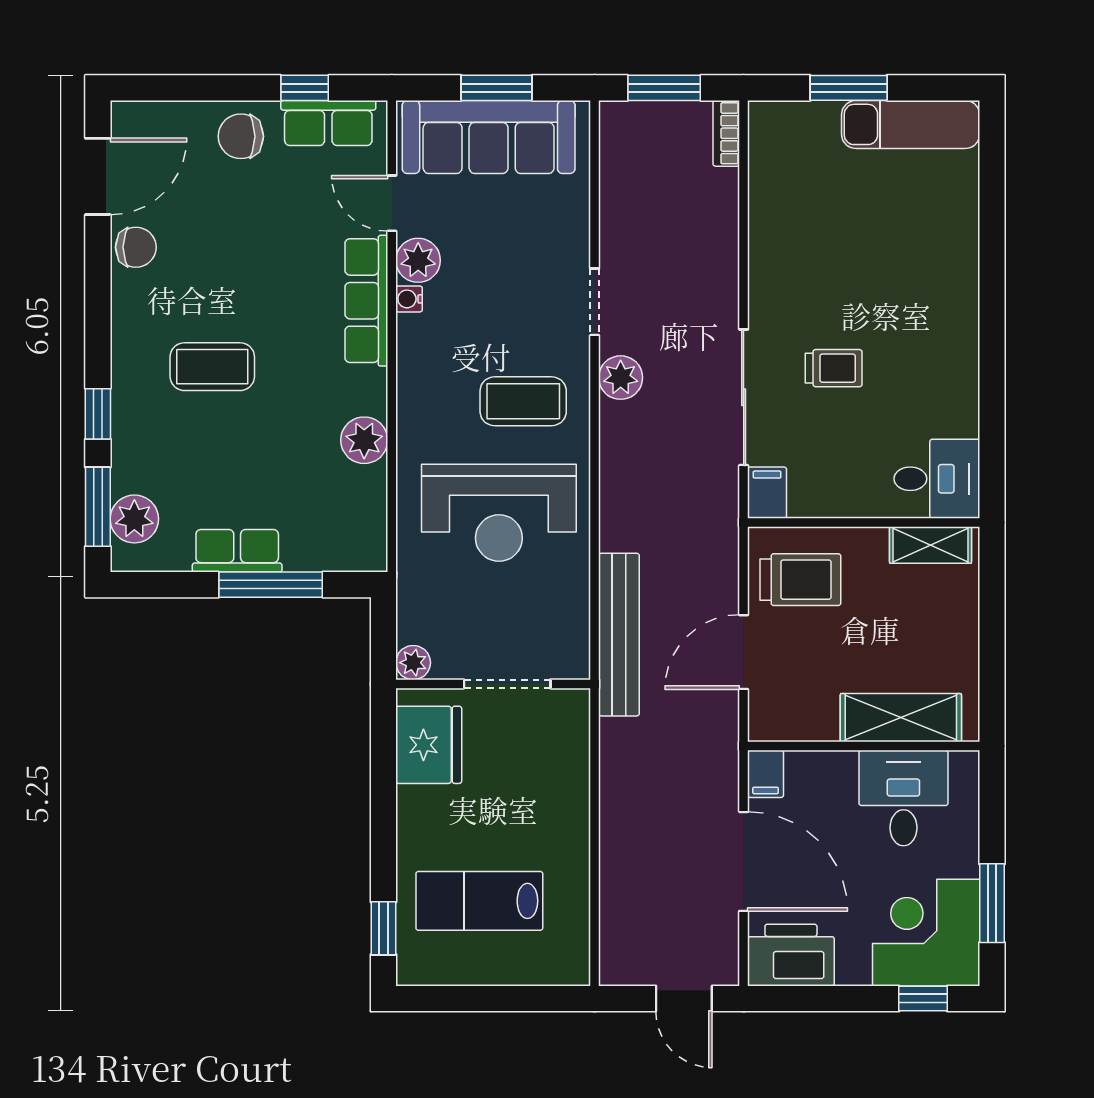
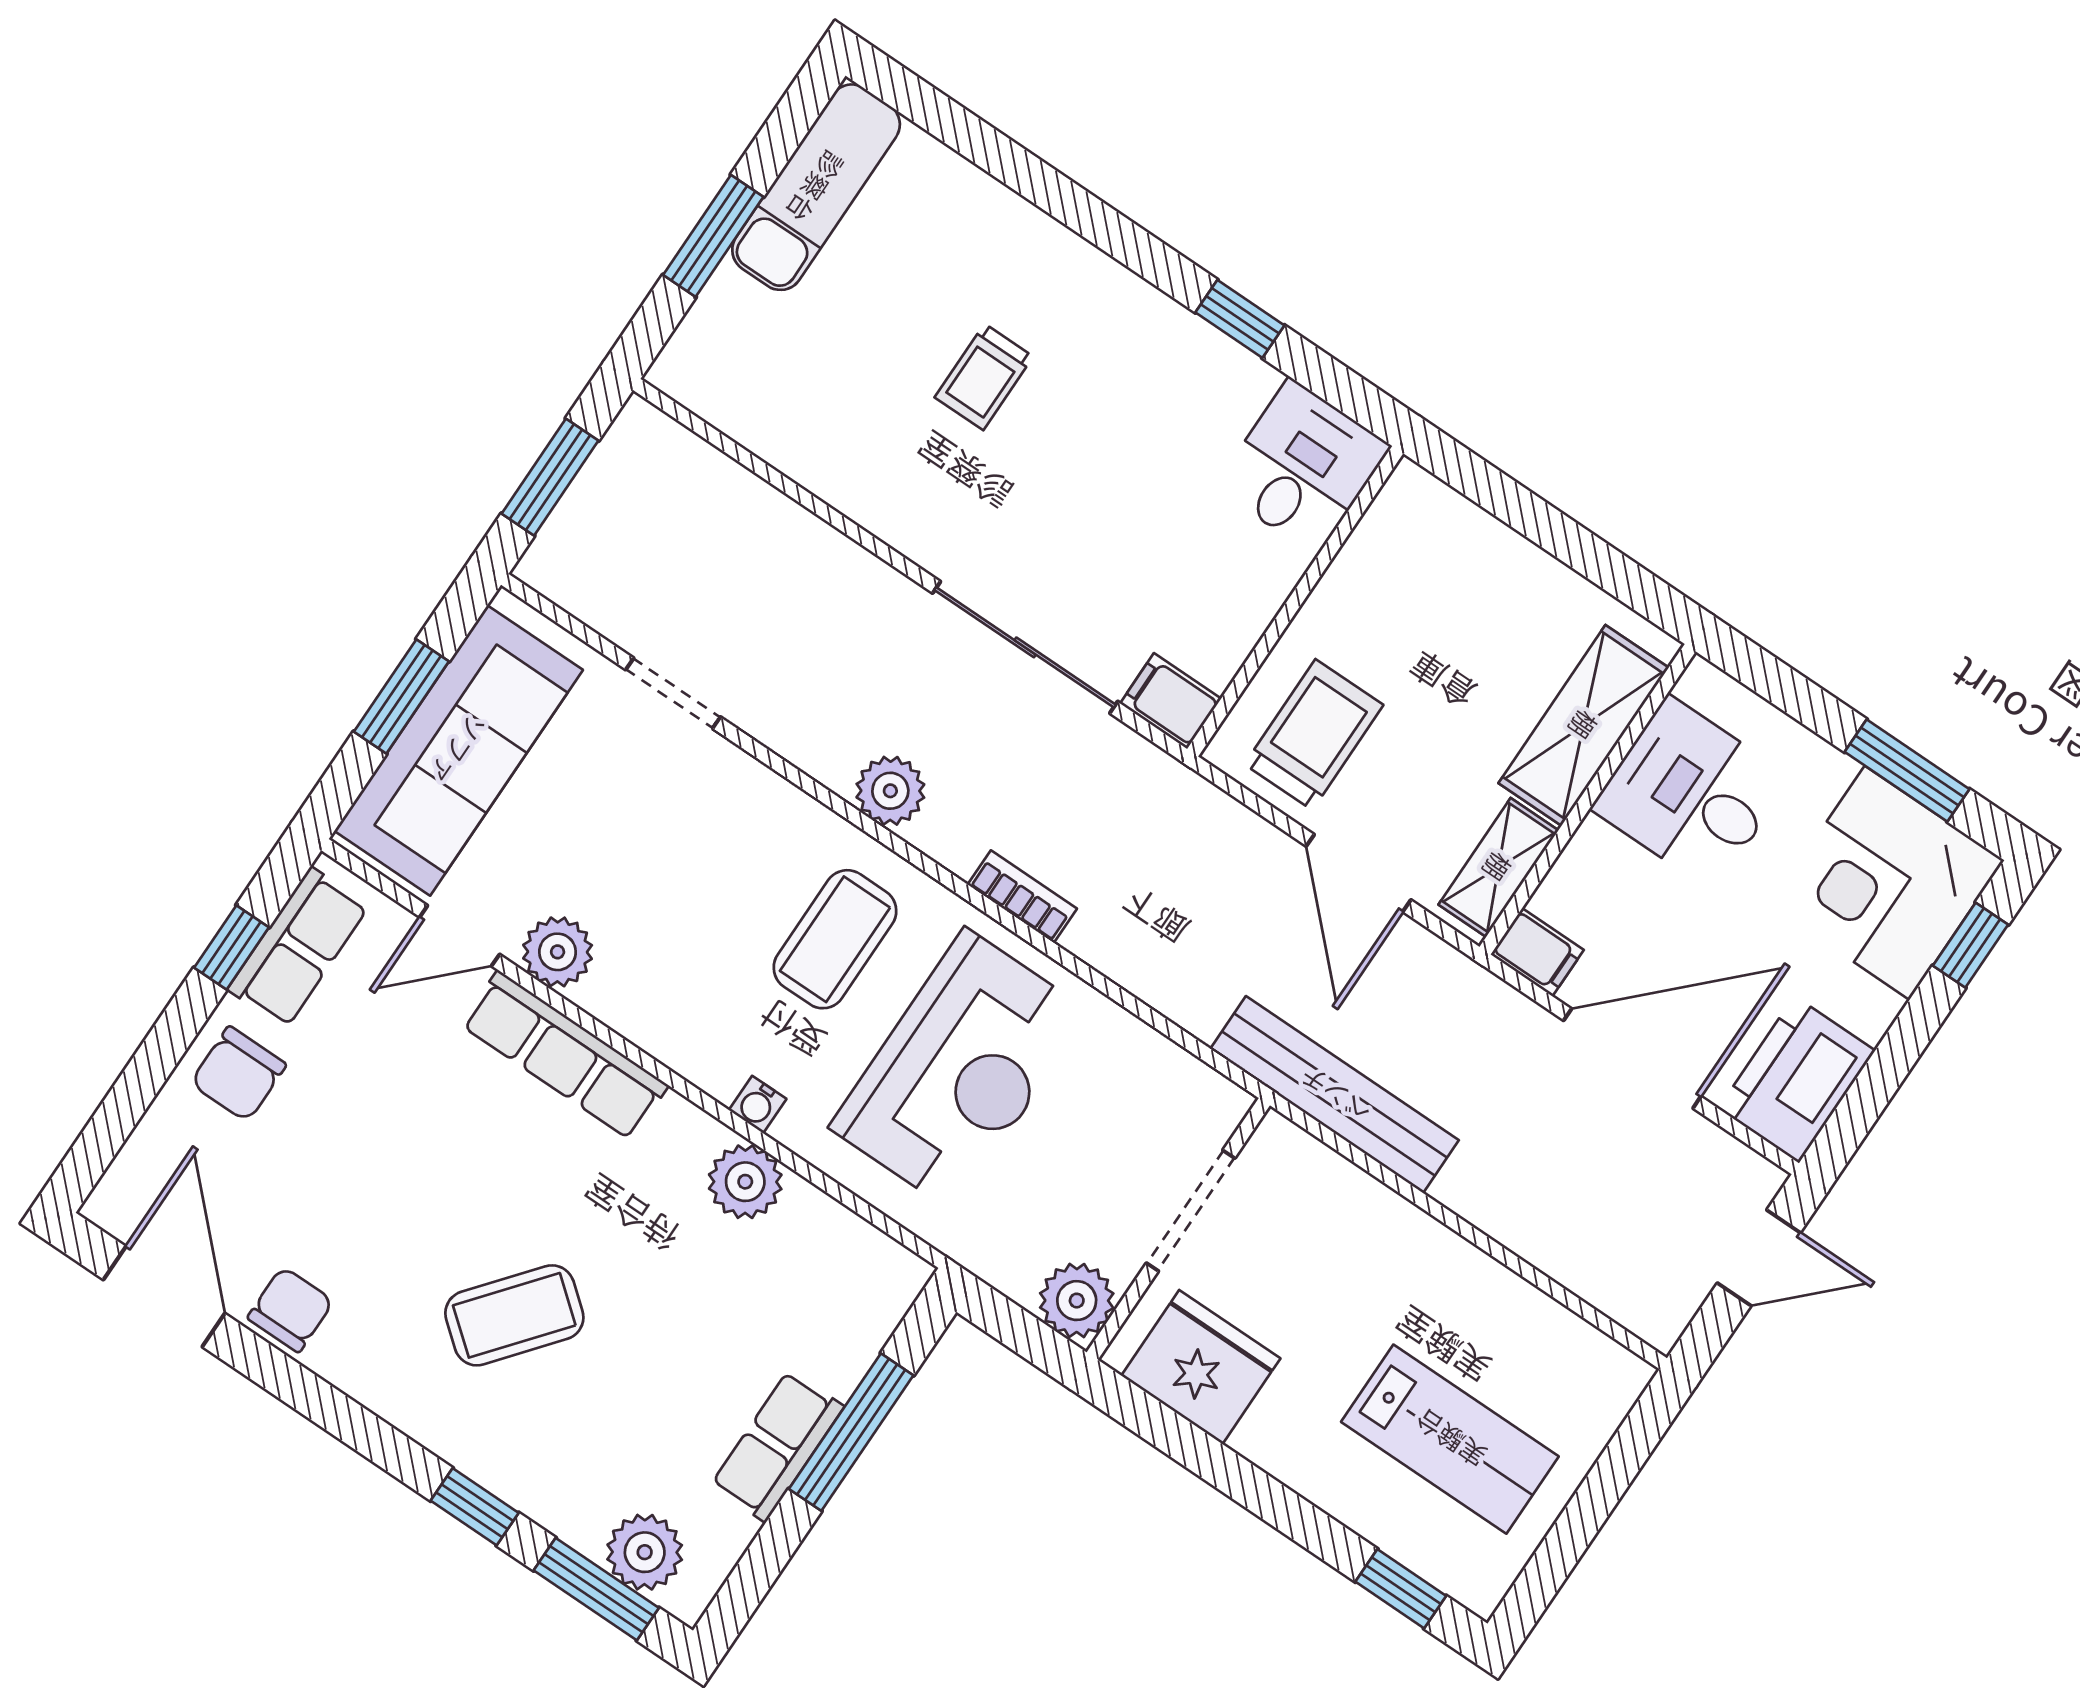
bookcase: (726, 133) -> (1022, 897), moved, turned 180
water cooler: (409, 299) -> (758, 1105), moved
doorway: (595, 302) -> (673, 693), moved
coffee table: (212, 367) -> (514, 1315), turned 39
trolley: (834, 368) -> (984, 377), moved, turned 180
window: (992, 393) -> (1240, 319), added
shelving: (931, 545) -> (1498, 867), moved
bench: (619, 635) -> (1335, 1095), moved
plant: (413, 663) -> (1077, 1301), width x1.38, depth x1.38
lab bench: (479, 901) -> (1450, 1439), turned -90

